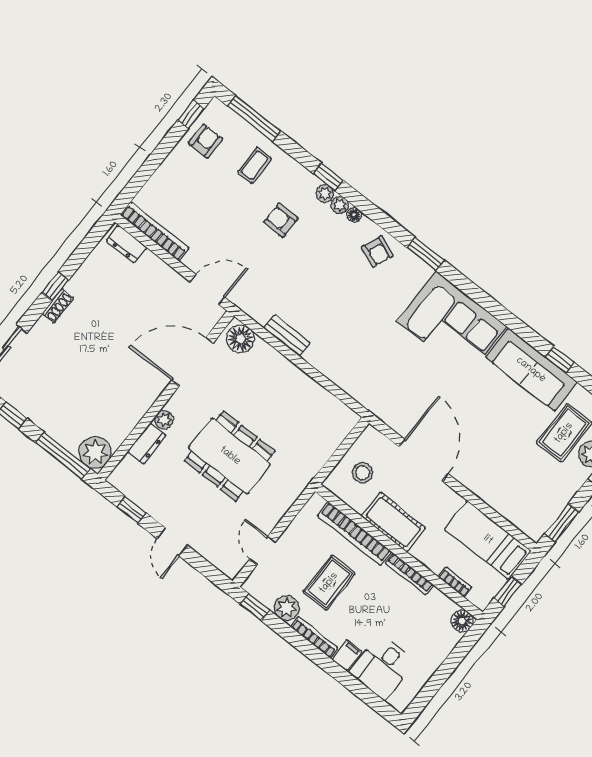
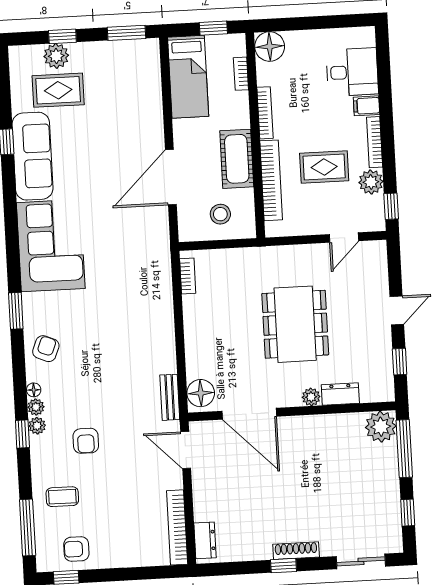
shoe rack: (58, 306) -> (296, 551), width x1.43
bench: (287, 336) -> (170, 397), moved
bookcase: (338, 407) -> (188, 276), added
floor lamp: (462, 621) -> (270, 47), width x1.38, depth x1.38

